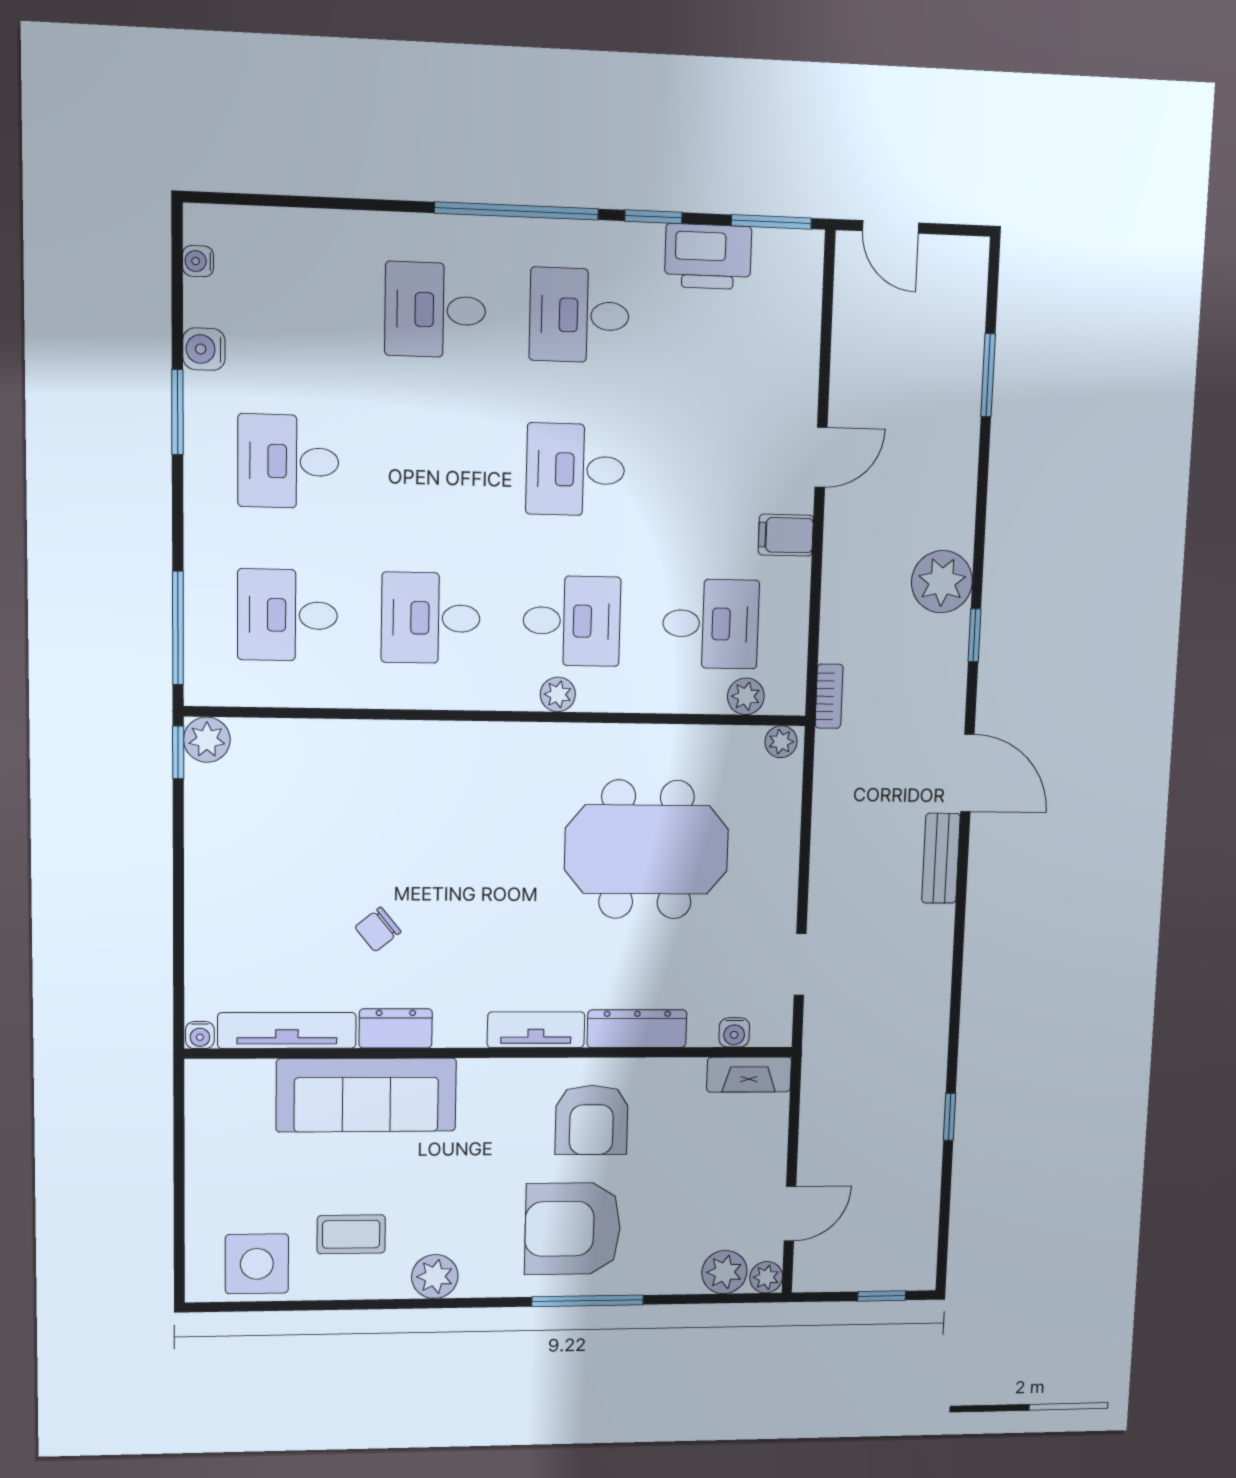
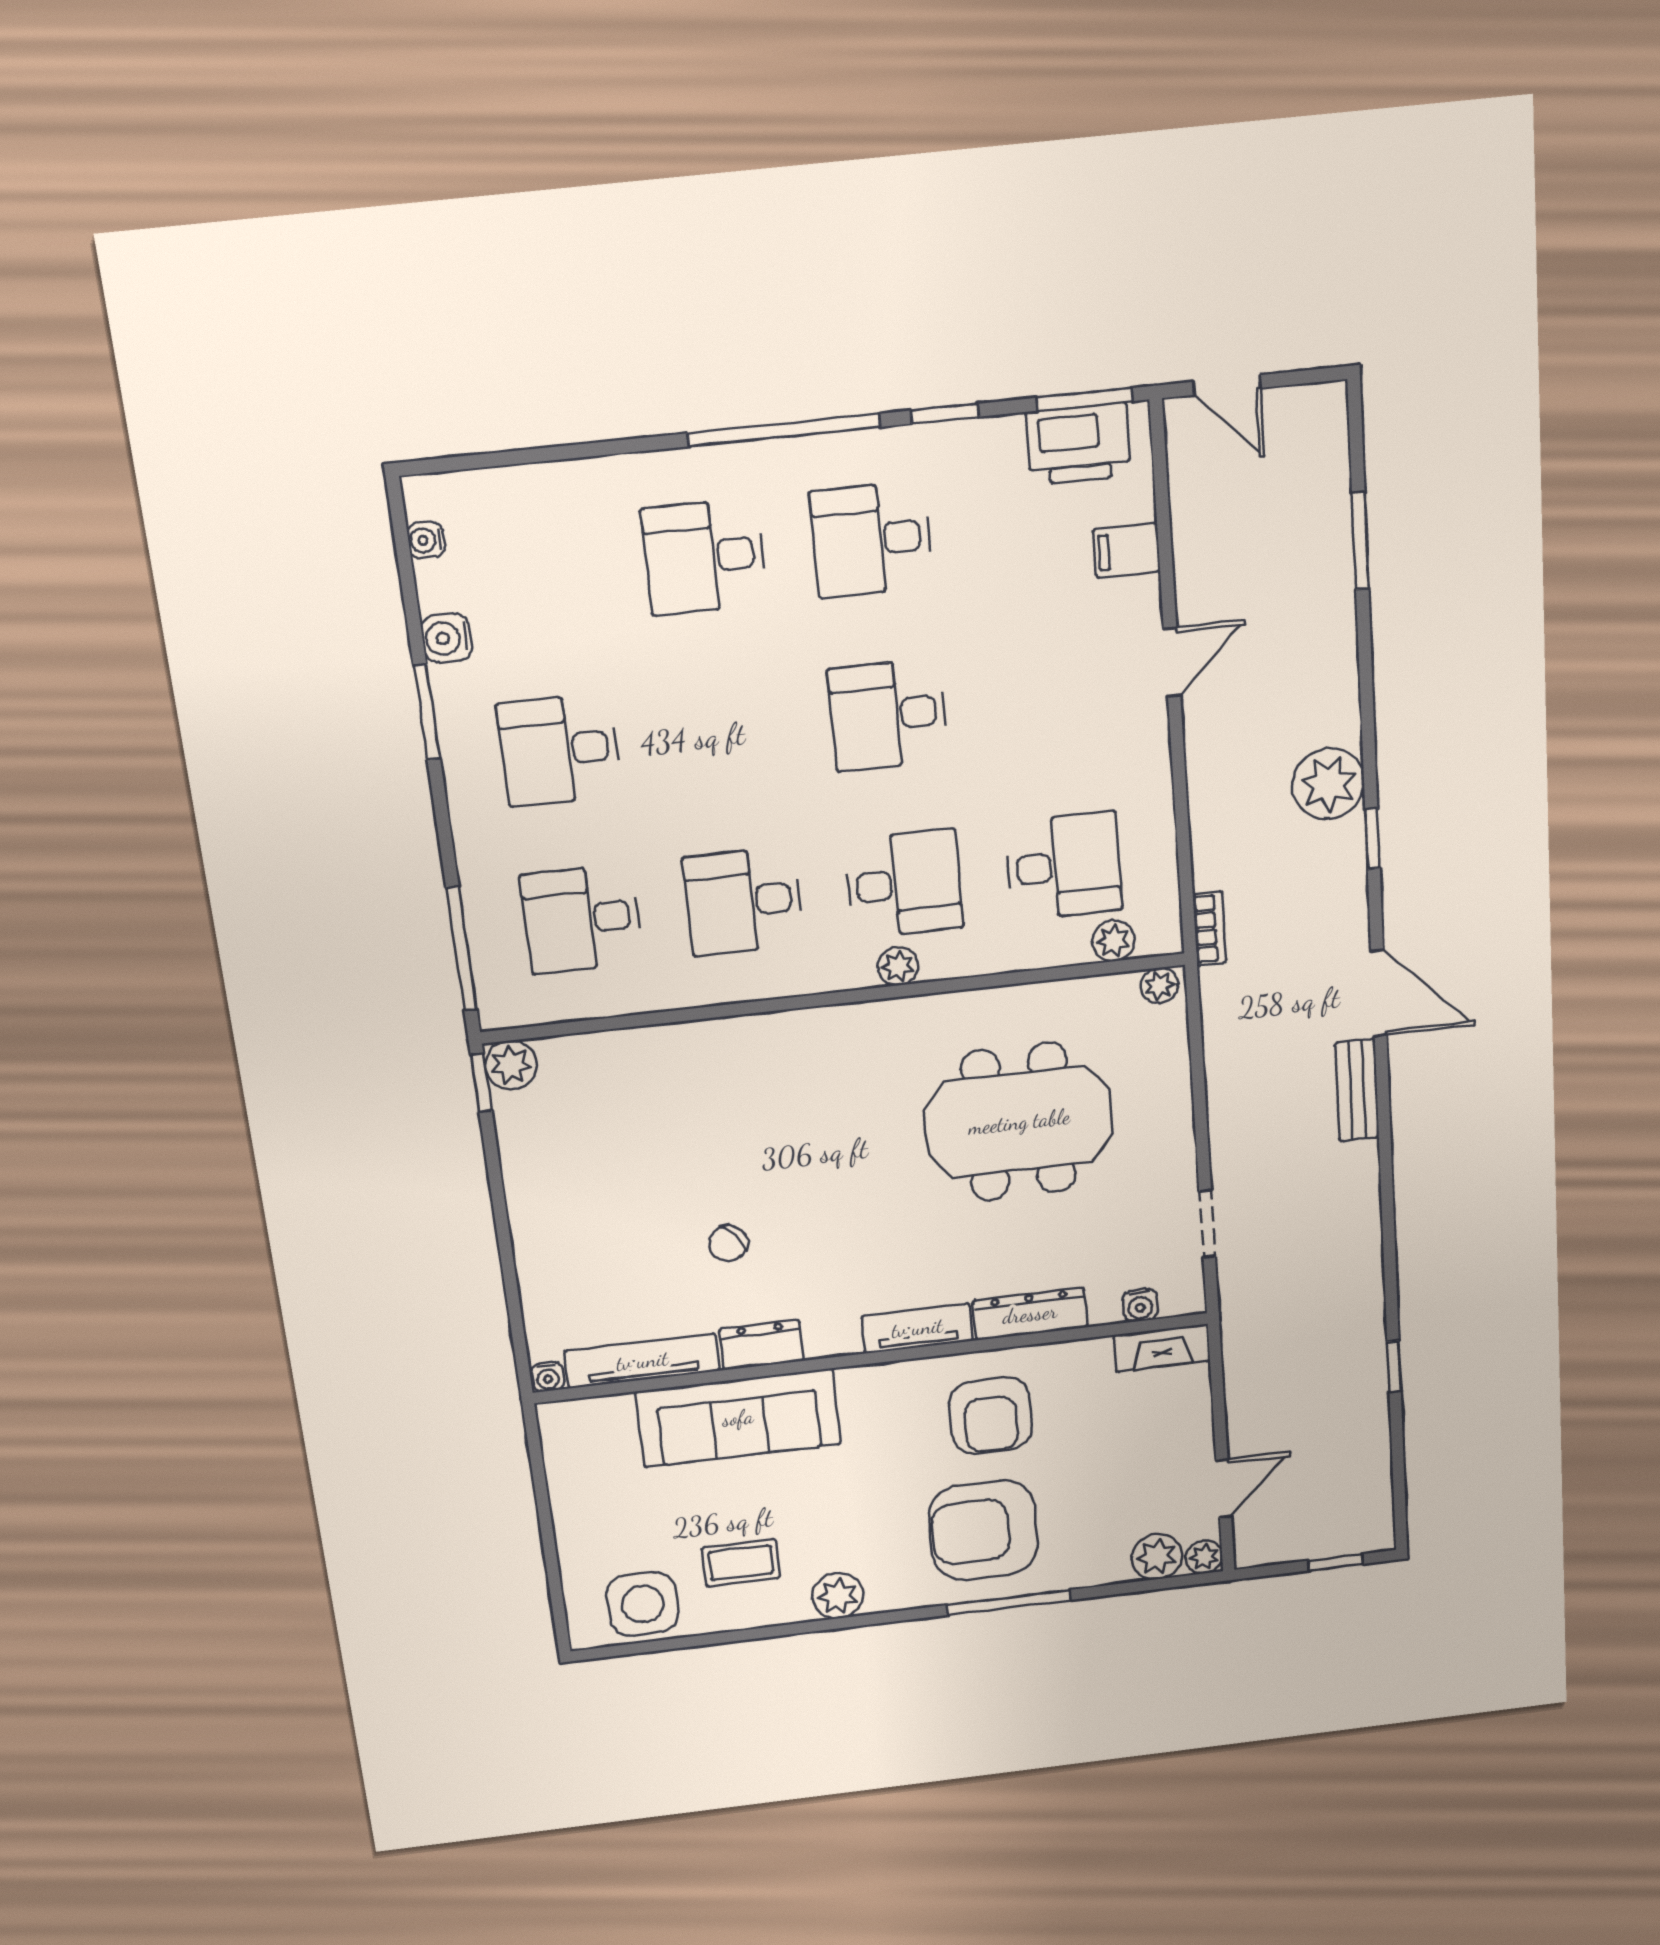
printer: (708, 257) -> (1078, 444), moved
filing cabinet: (786, 535) -> (1127, 550), moved

